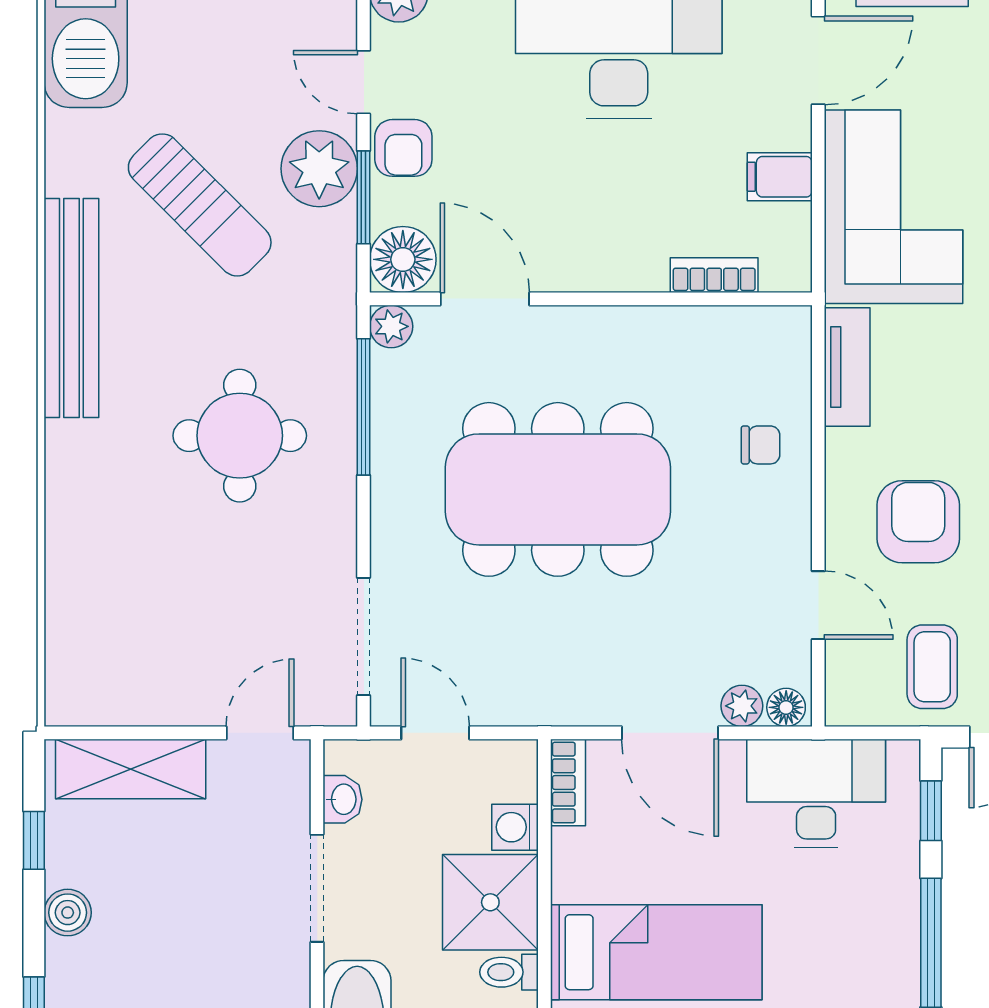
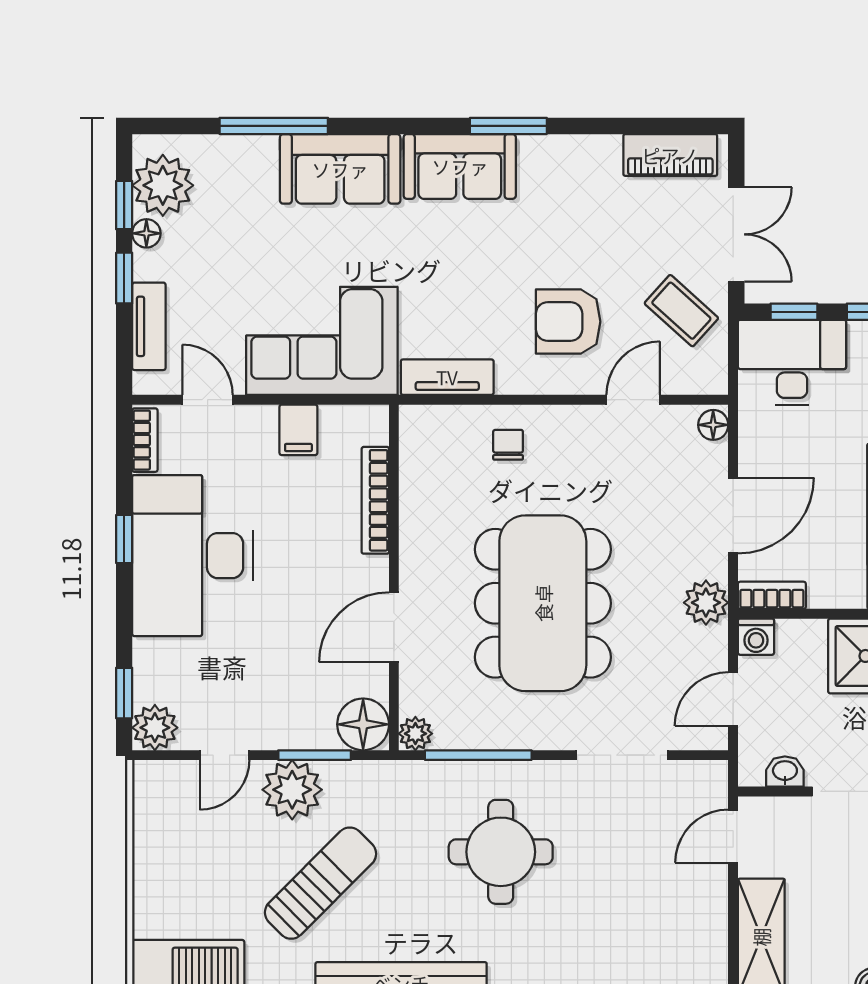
door: (818, 60) -> (208, 400), width x0.73
armchair: (403, 148) -> (276, 724), removed
bookcase: (714, 275) -> (375, 500), width x1.56
door: (485, 299) -> (394, 627), moved
doorway: (364, 636) -> (622, 755), moved
coffee table: (932, 667) -> (681, 311), turned 42
plant: (742, 706) -> (706, 603), moved, width x1.38, depth x1.38
door: (260, 733) -> (733, 836), hinge flipped
desk: (816, 793) -> (792, 362), moved, turned 90
washing machine: (515, 827) -> (756, 637), moved

